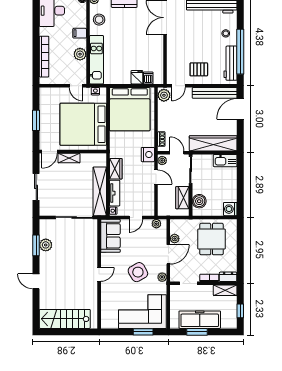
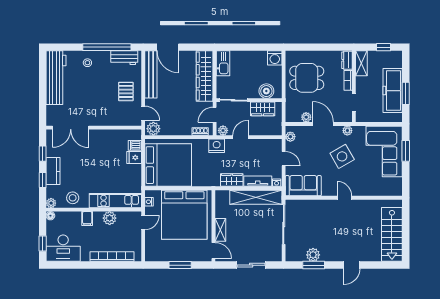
workbench: (231, 63) -> (124, 58), width x0.73

